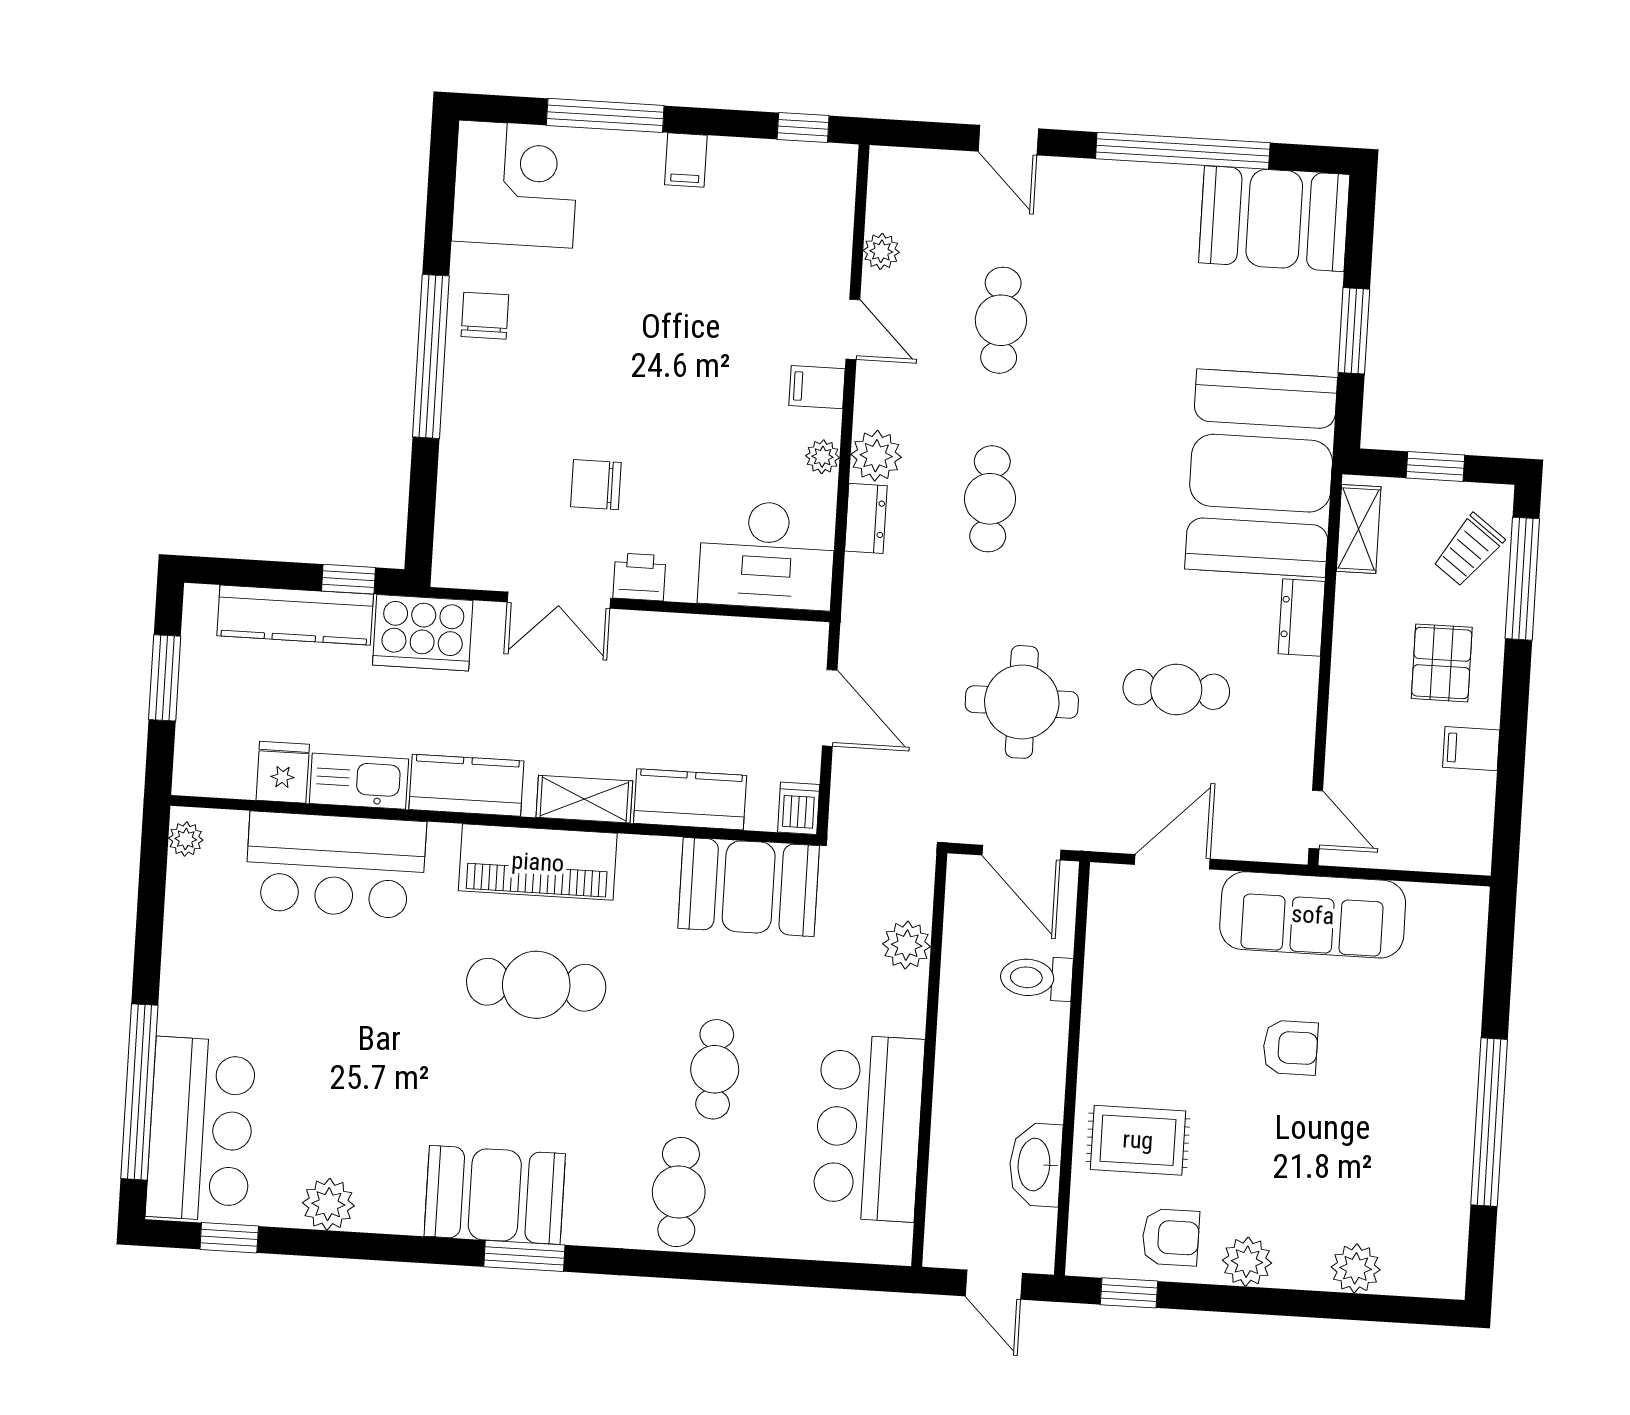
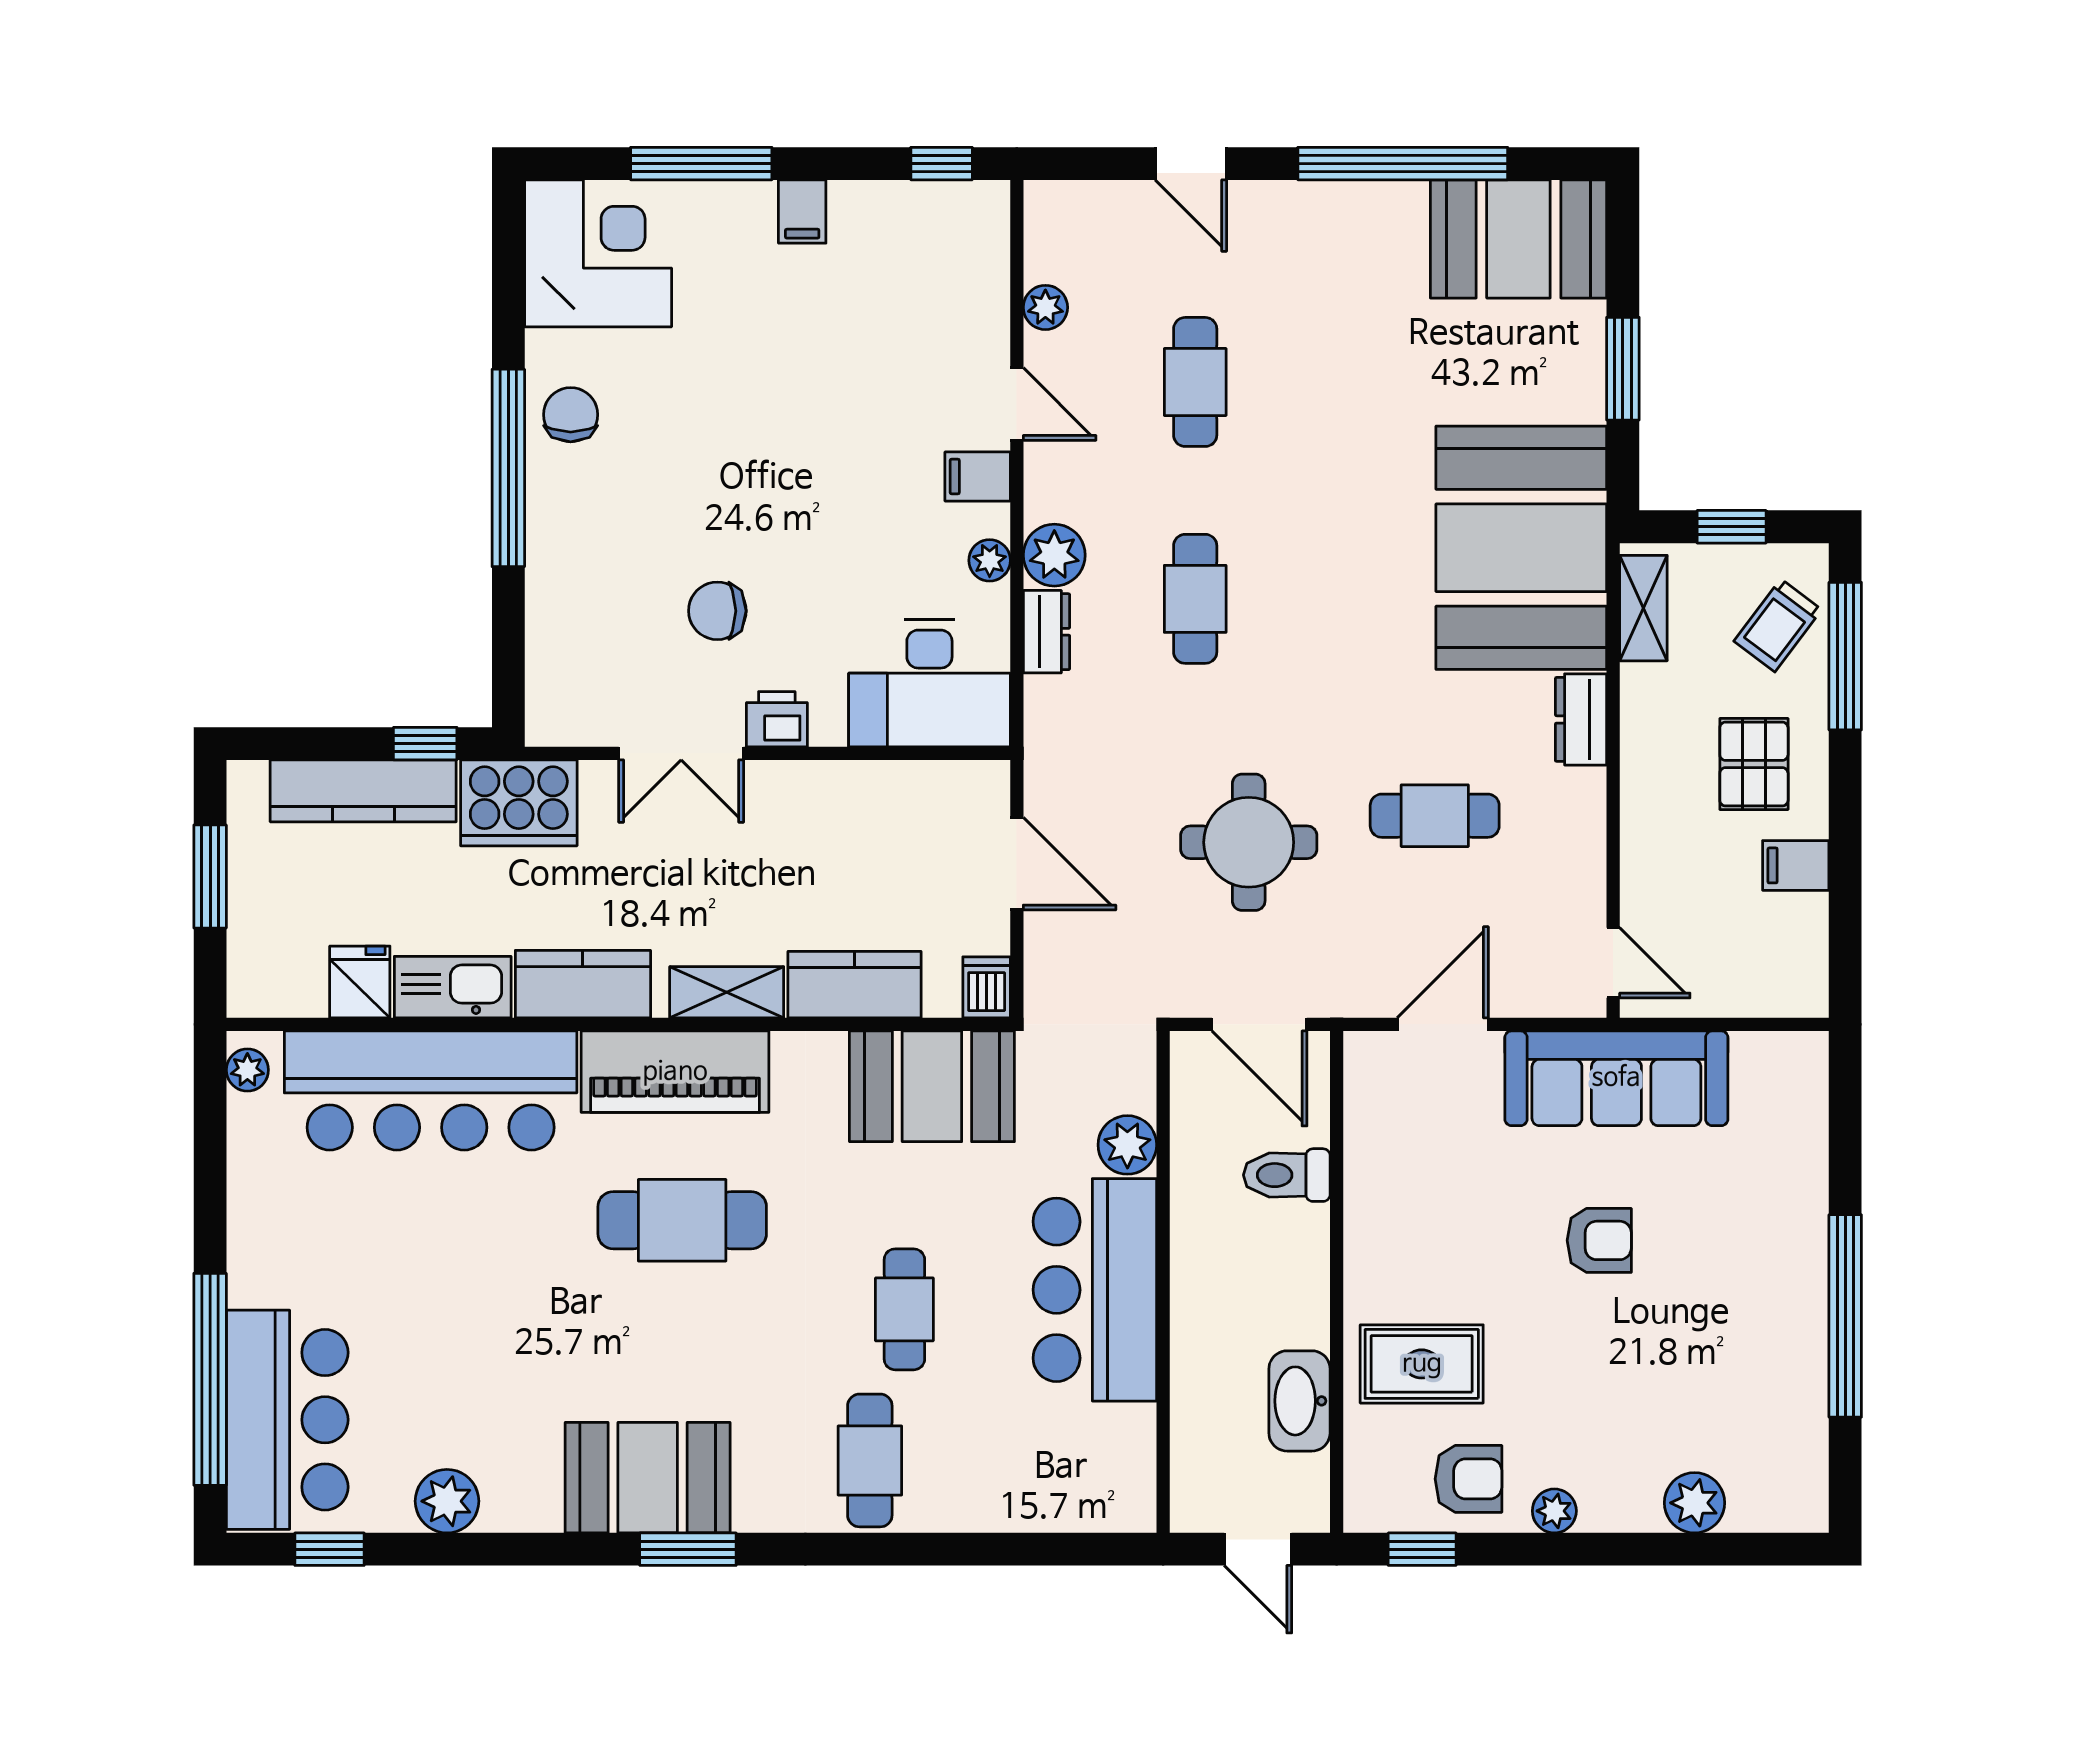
bar counter: (336, 865) -> (431, 1091), width x1.36
bar counter: (869, 1128) -> (1095, 1290), moved
plant: (1247, 1262) -> (1554, 1511), width x0.73, depth x0.73

